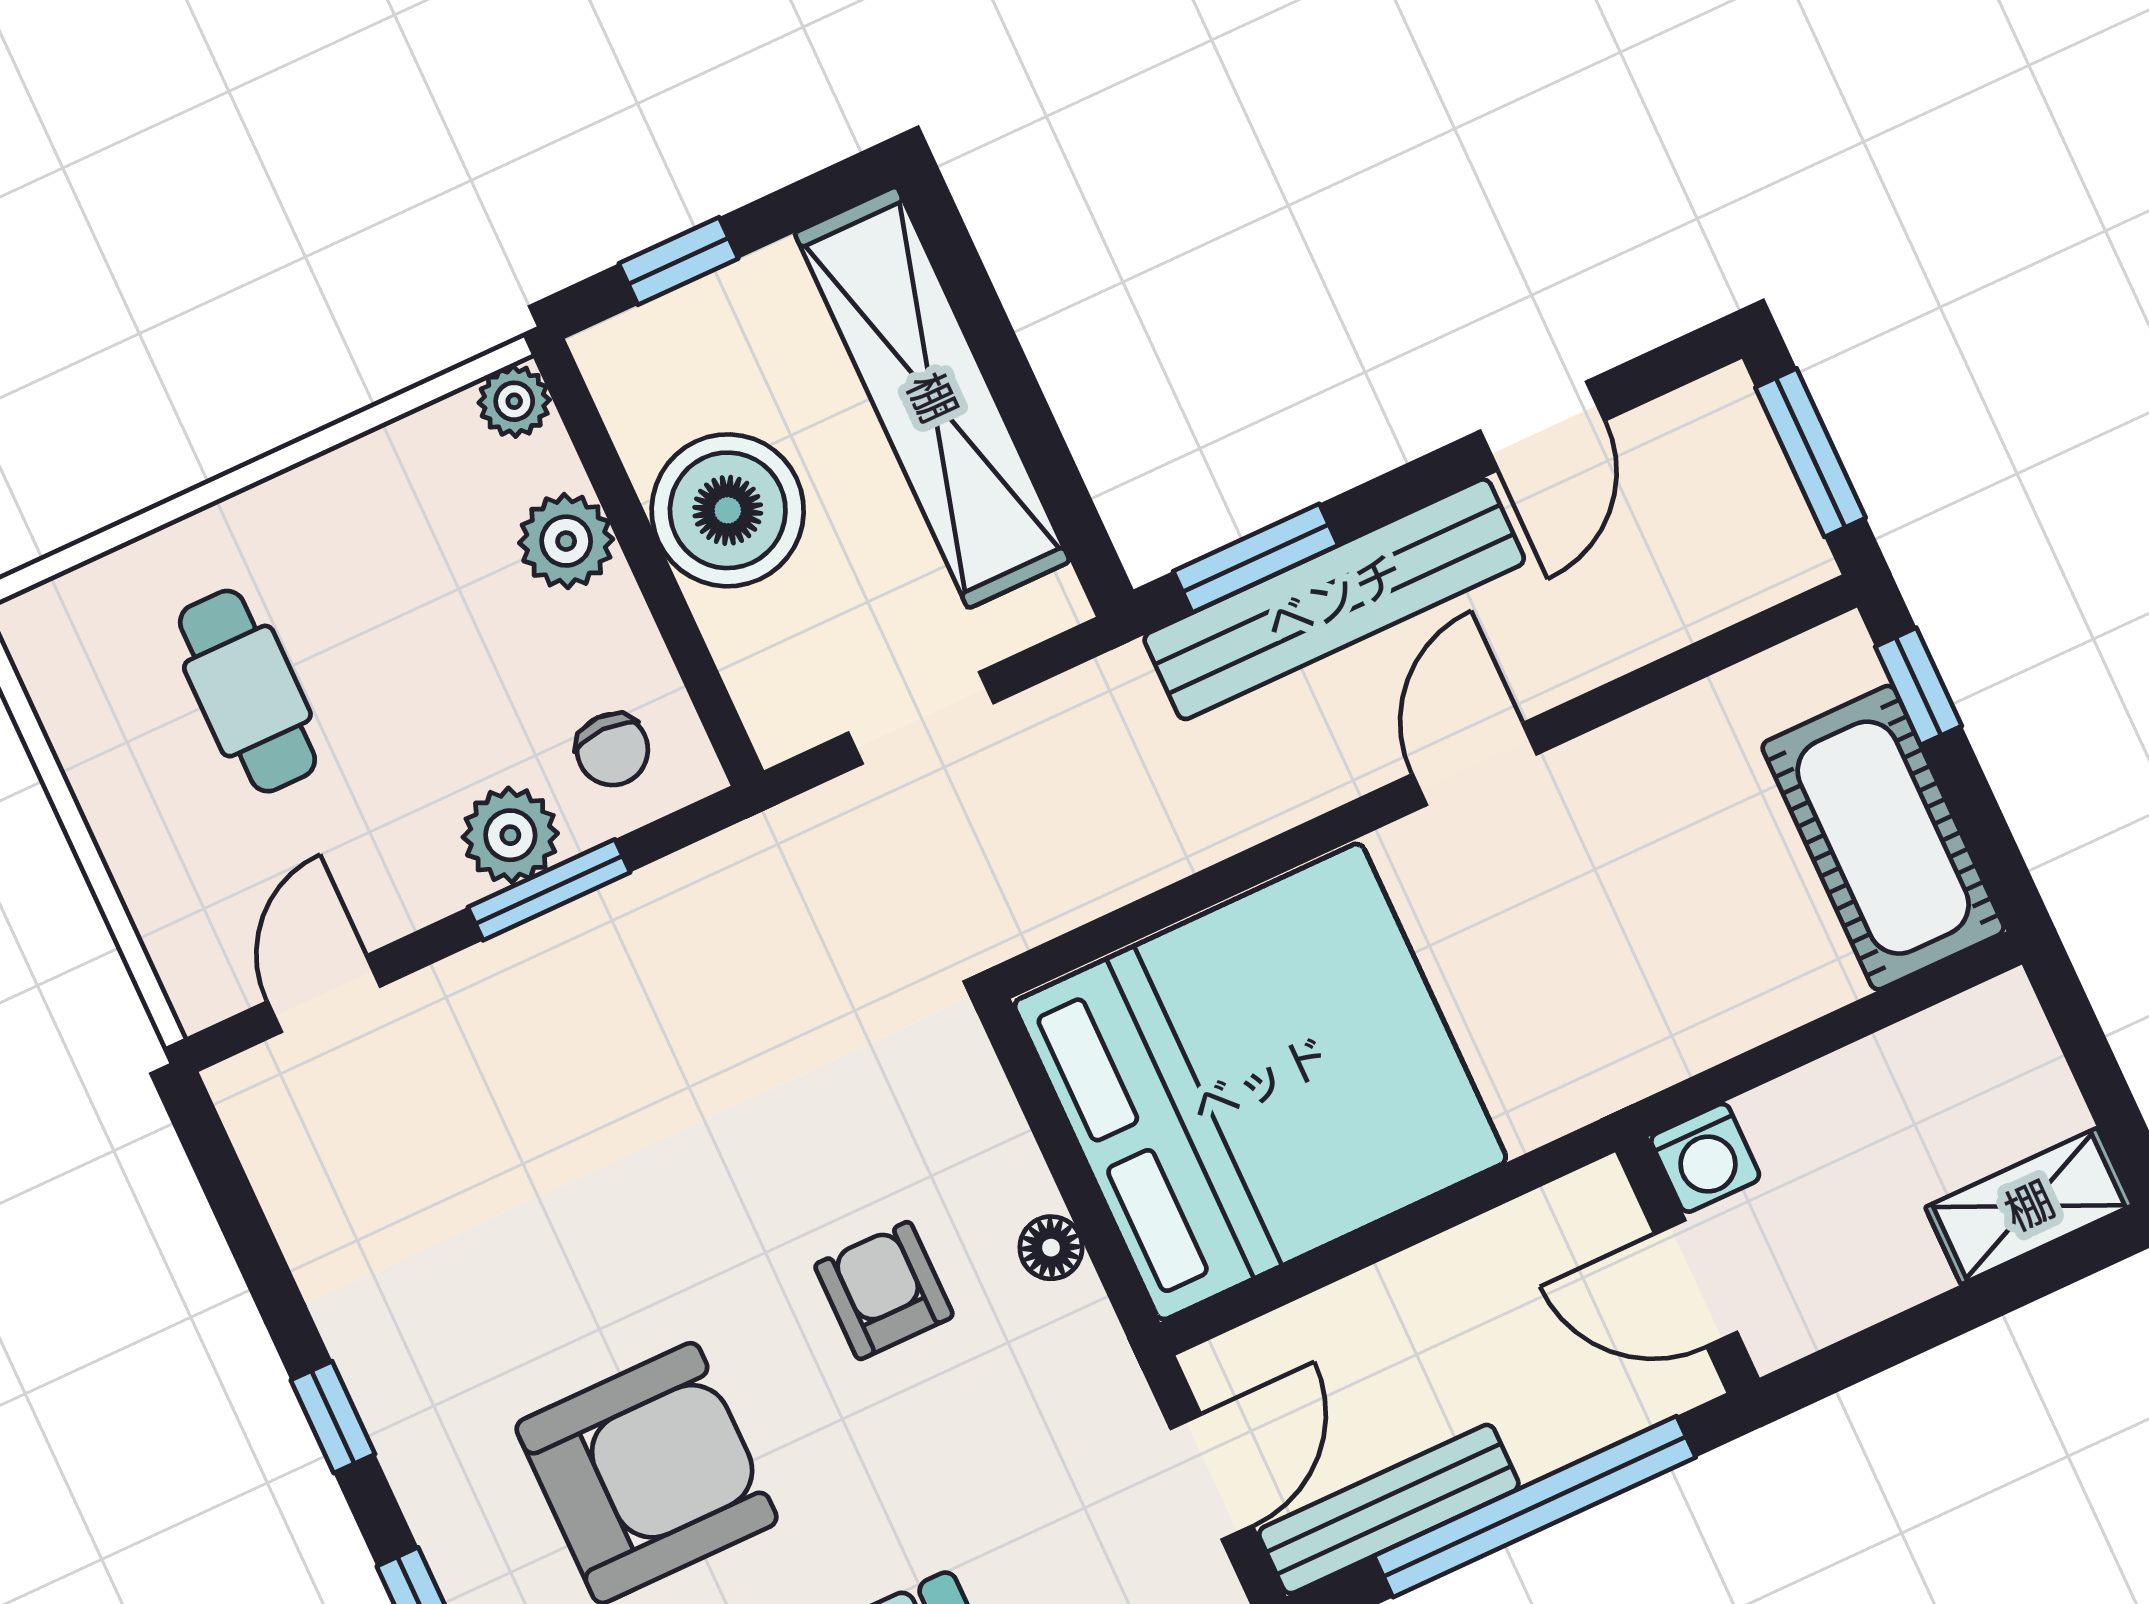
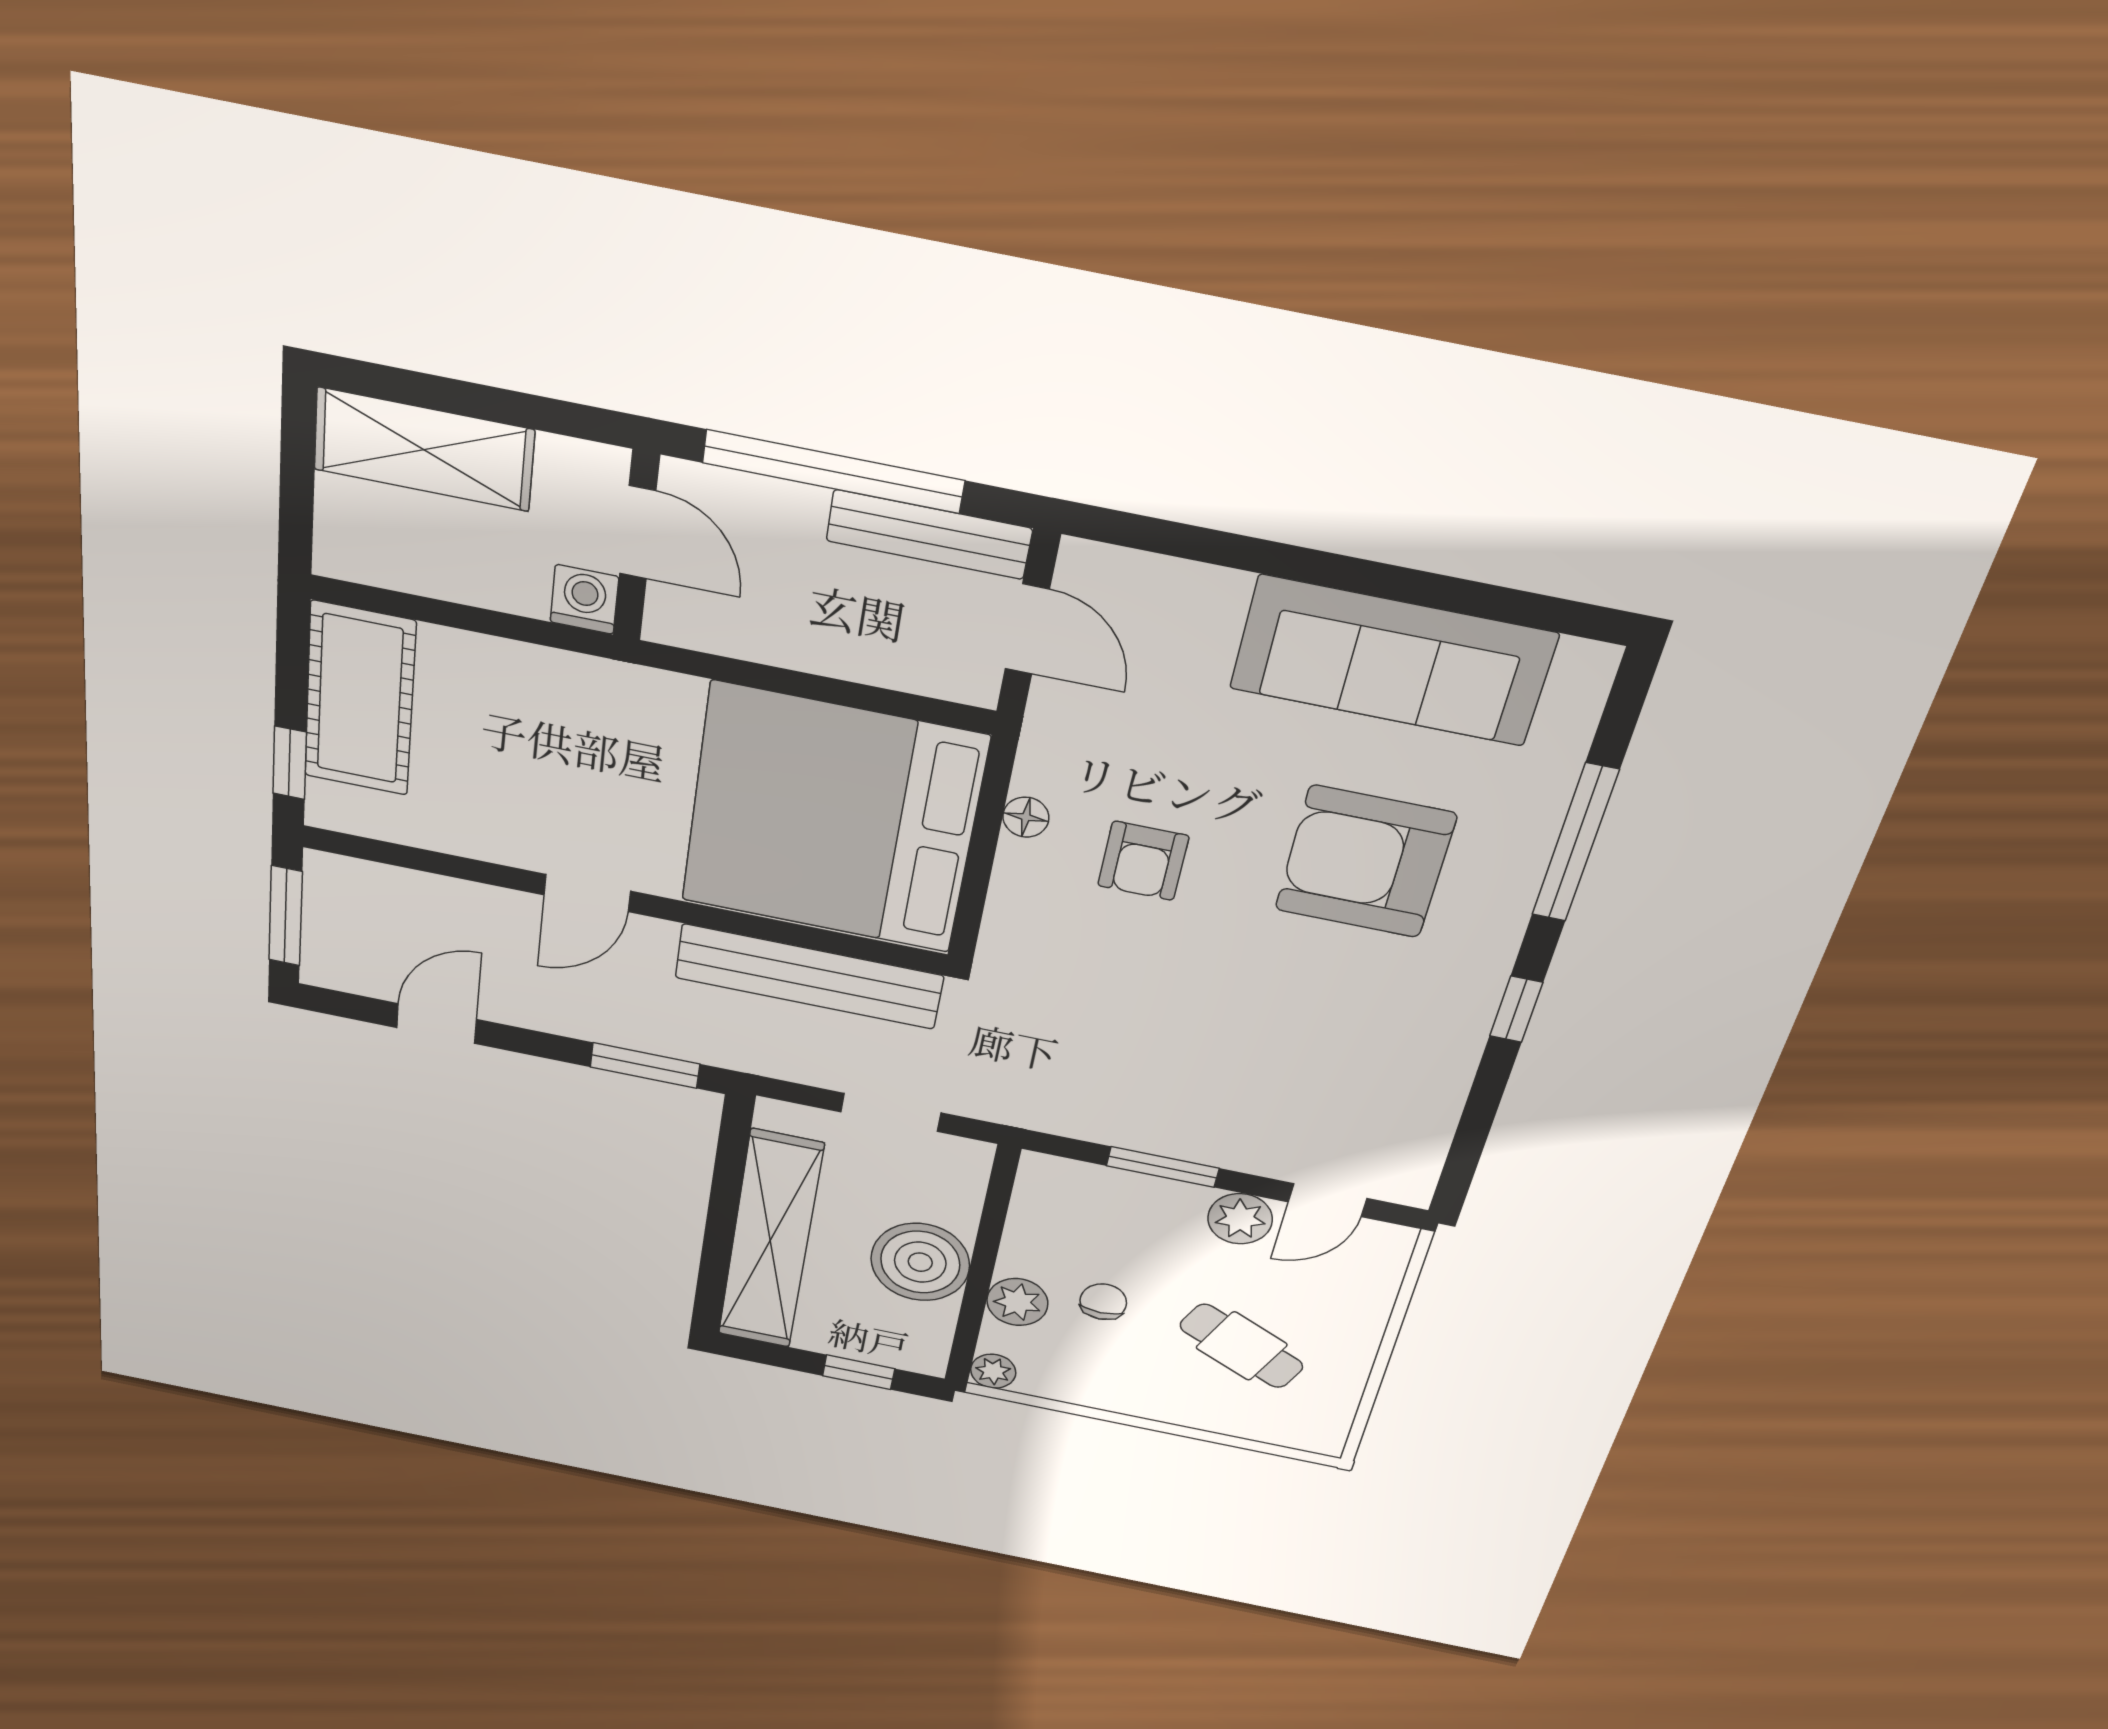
bench: (1334, 599) -> (809, 977), moved
cafe table: (247, 691) -> (1242, 1346), turned -65
chair: (612, 750) -> (1103, 1302), moved
plant: (510, 835) -> (1240, 1219), moved
shelving: (2029, 1206) -> (424, 450), width x1.50, depth x1.33
door: (1212, 1477) -> (1027, 629), swing flipped

